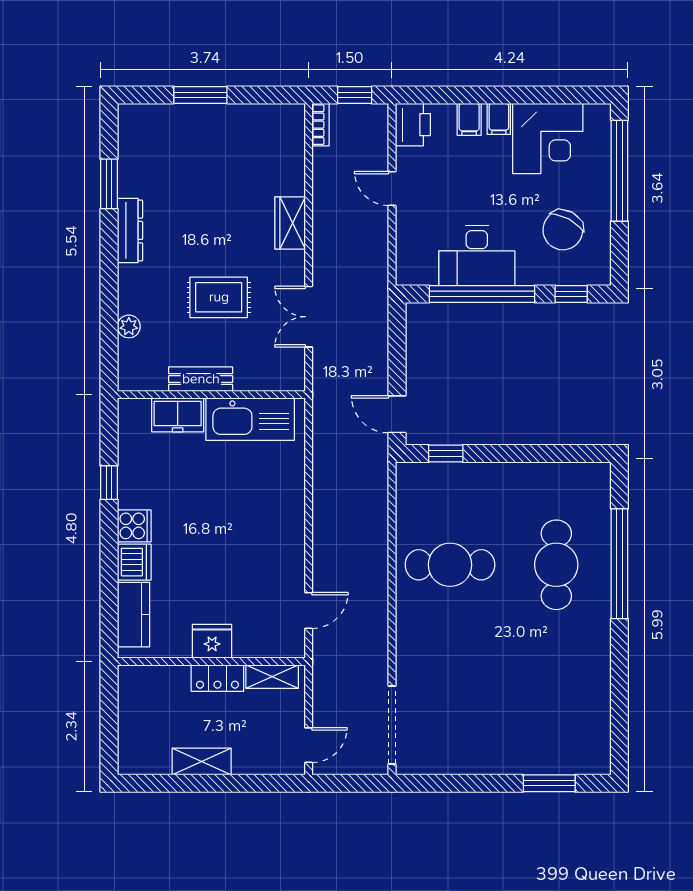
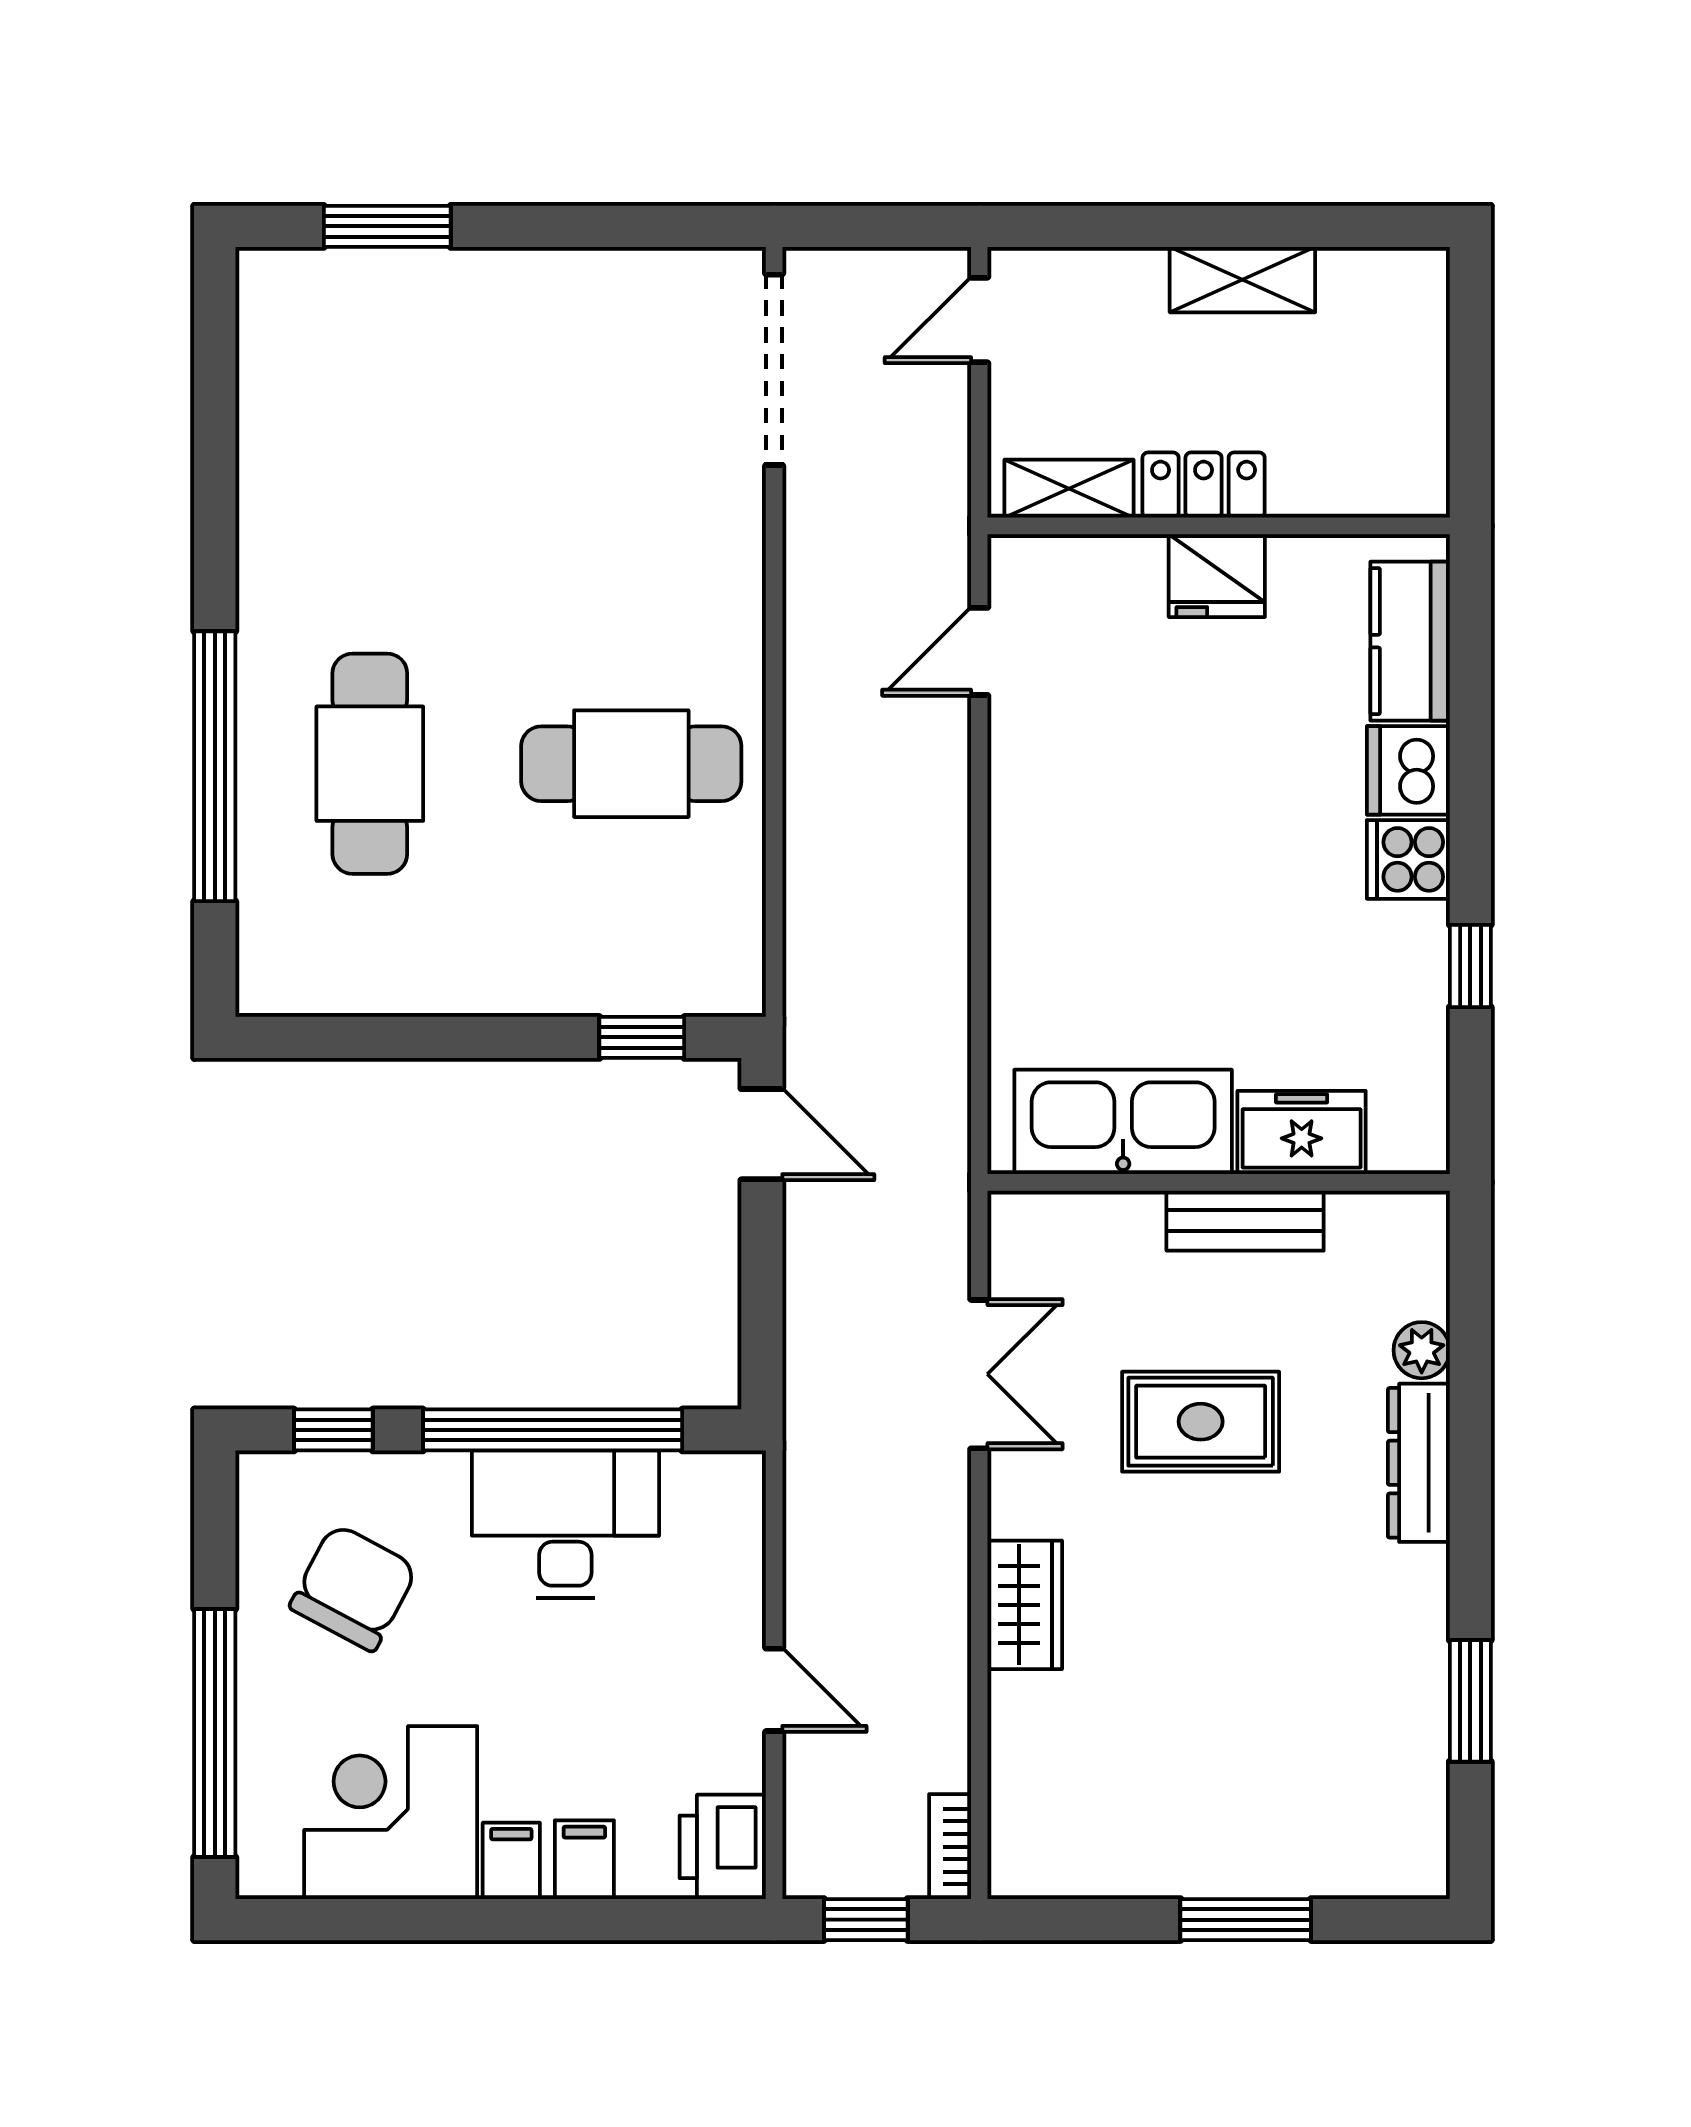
dresser: (130, 230) -> (1419, 1463), moved

